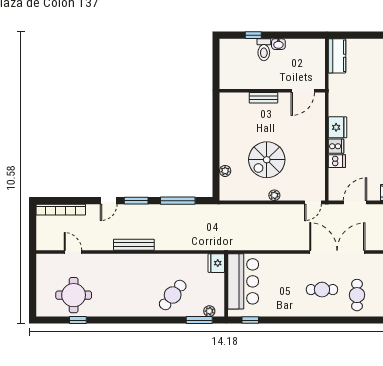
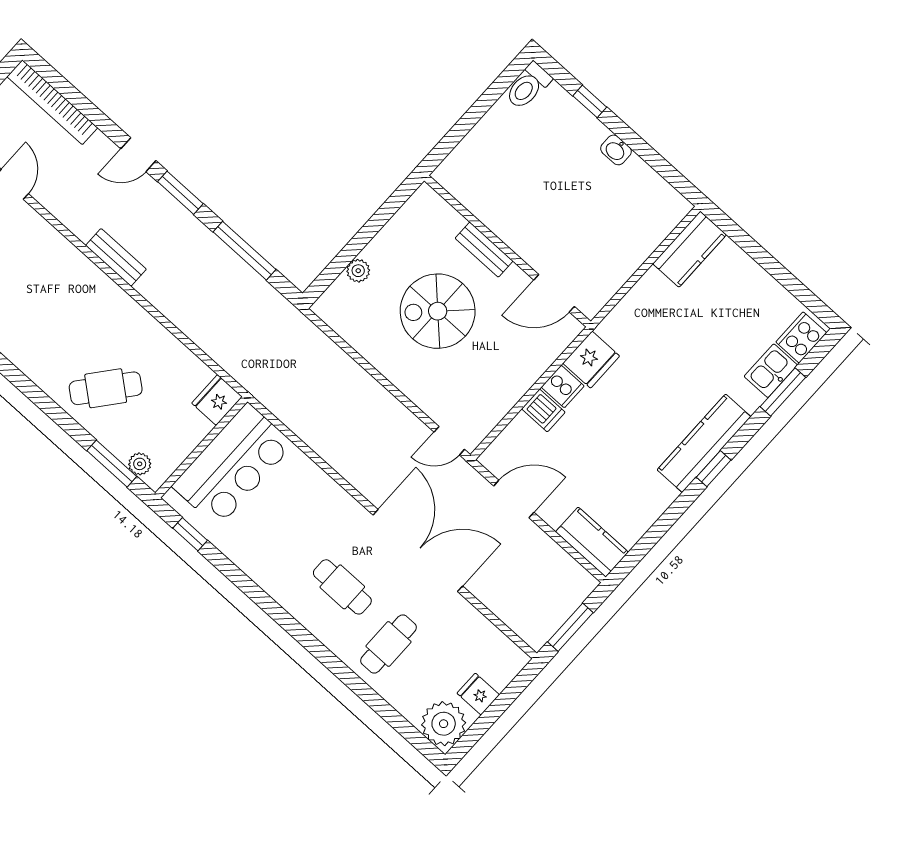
toilet: (264, 50) -> (528, 86), moved
wall: (272, 91) -> (507, 251), moved
door: (303, 91) -> (554, 293), moved
bench: (263, 98) -> (484, 250), moved
plant: (274, 195) -> (400, 376), removed
bench: (134, 245) -> (116, 257), width x0.73

